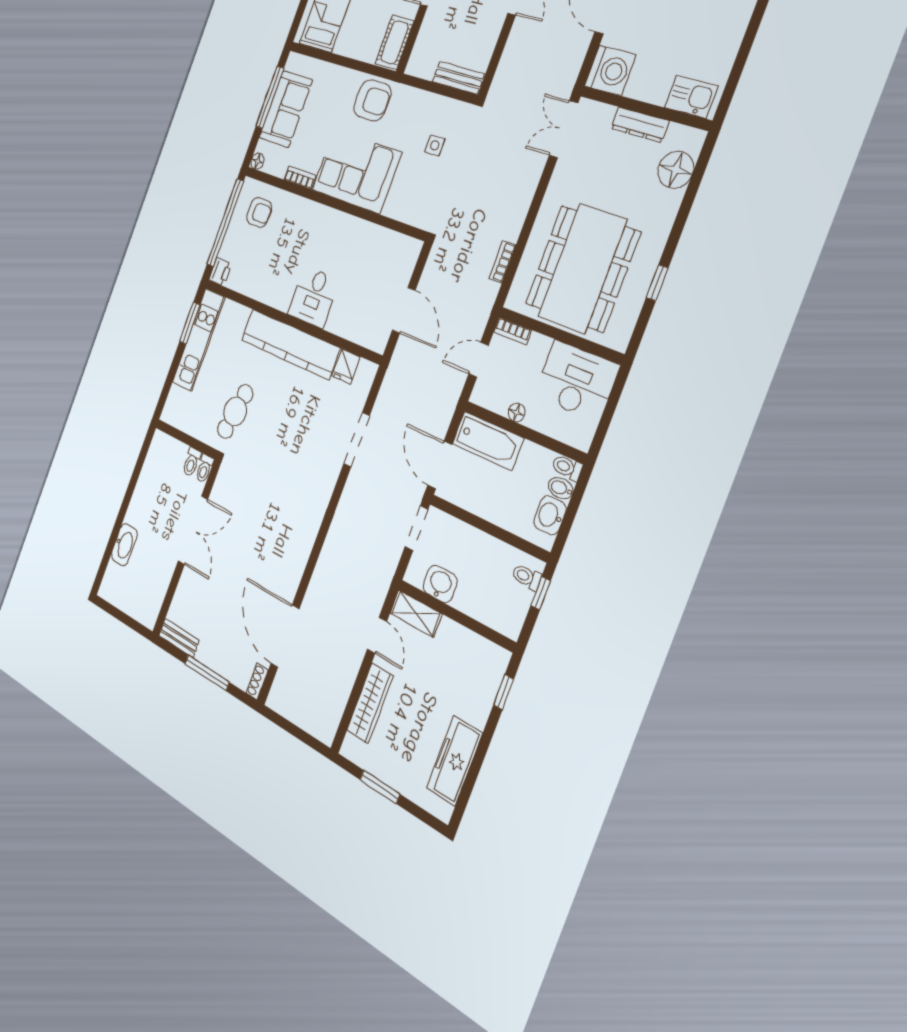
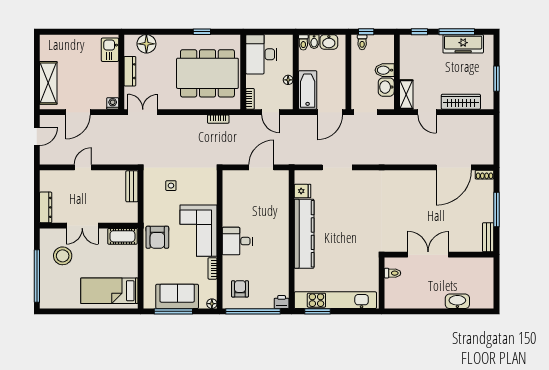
washing machine: (610, 70) -> (113, 103), width x0.53, depth x0.53
armchair: (372, 100) -> (157, 237), turned 180
double door: (564, 129) -> (143, 112), swing flipped
desk: (314, 297) -> (237, 241), moved, turned 180
kitchen unit: (199, 340) -> (335, 300), width x1.36
cafe table: (235, 411) -> (353, 255), removed
toilet: (204, 469) -> (392, 262), removed
bidet: (467, 595) -> (385, 70), added
door: (377, 635) -> (427, 112), swing flipped
window: (478, 761) -> (457, 32), added

